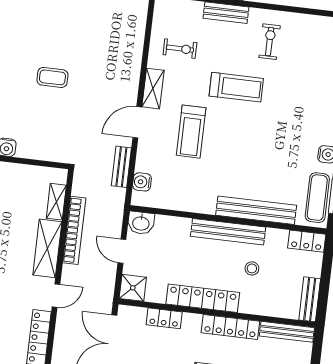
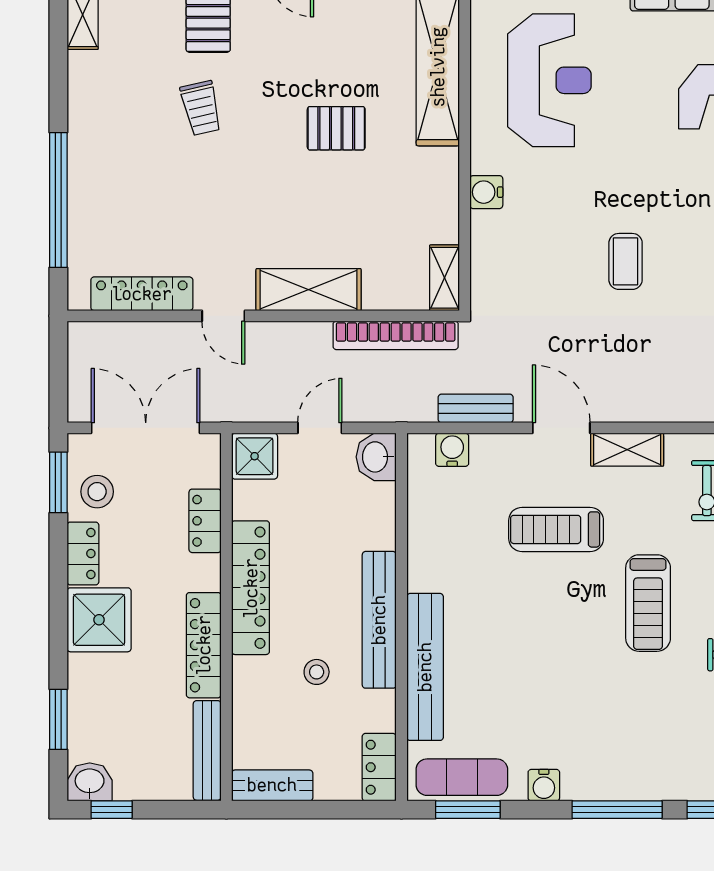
shelving: (56, 202) -> (444, 278), moved, turned 90
bookcase: (74, 230) -> (396, 335), moved

